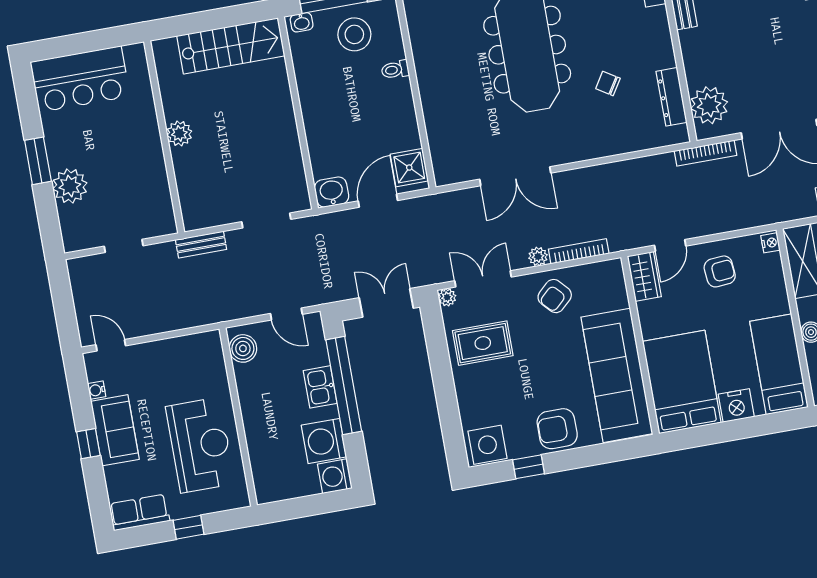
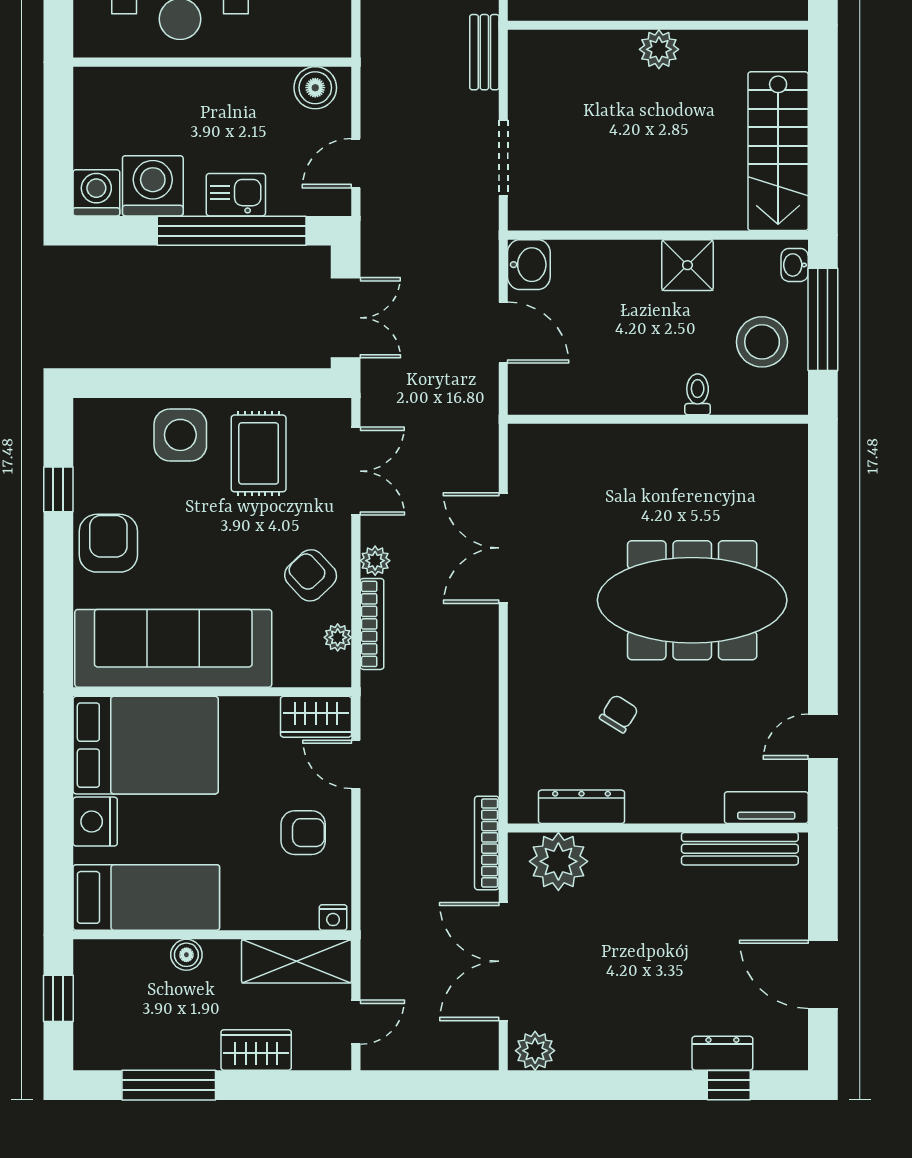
shower: (409, 168) -> (687, 265), moved
armchair: (720, 271) -> (303, 833), turned -85
plant: (447, 297) -> (338, 637), moved
side table: (487, 445) -> (180, 435), moved

